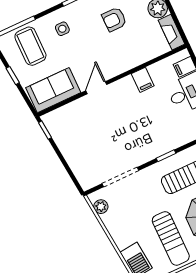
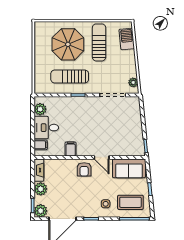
armchair: (114, 19) -> (84, 169), moved, turned 90
coffee table: (30, 46) -> (130, 202), turned 90
door: (96, 88) -> (102, 157), hinge flipped

